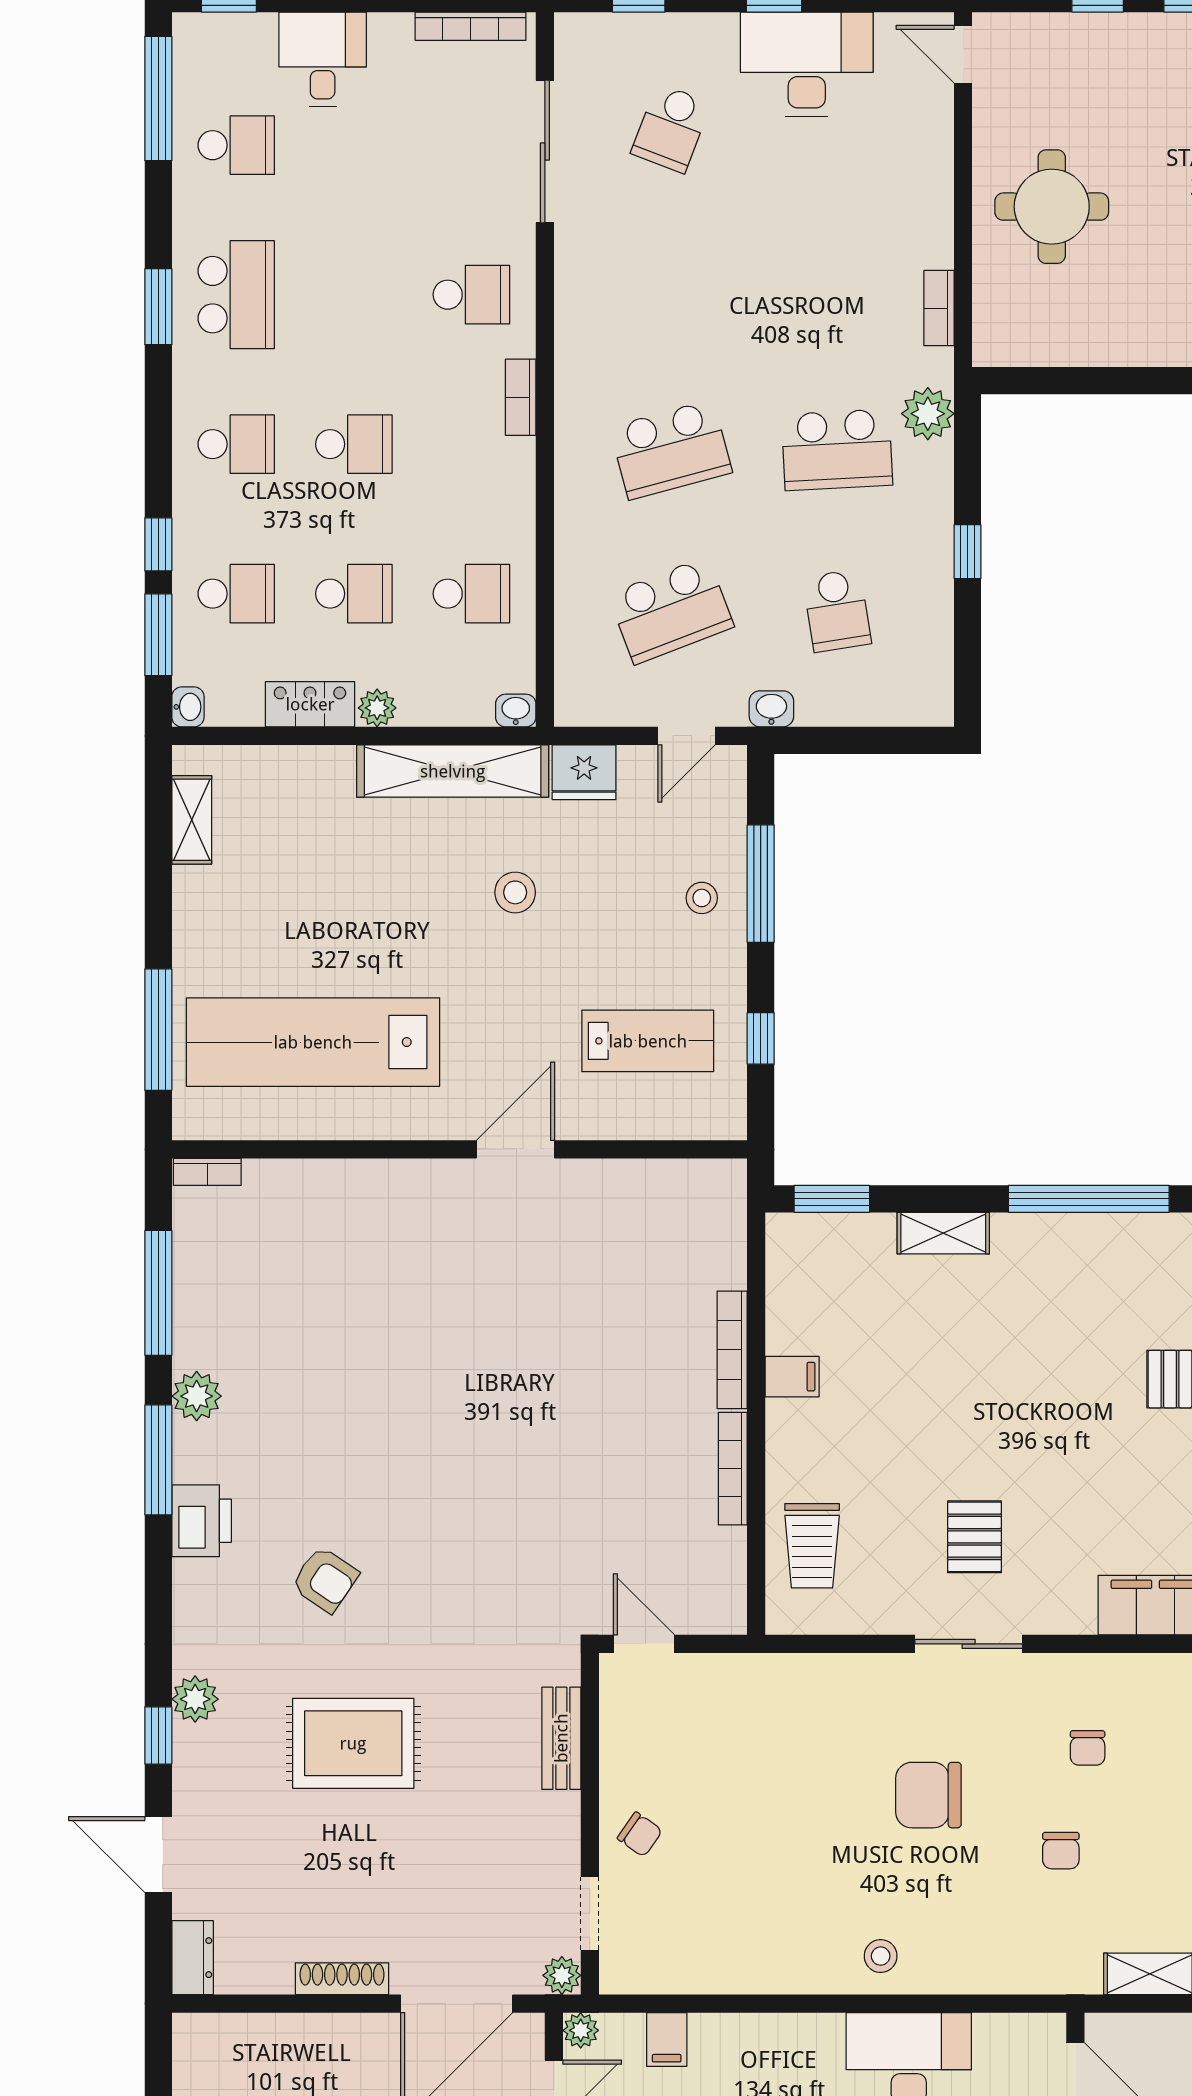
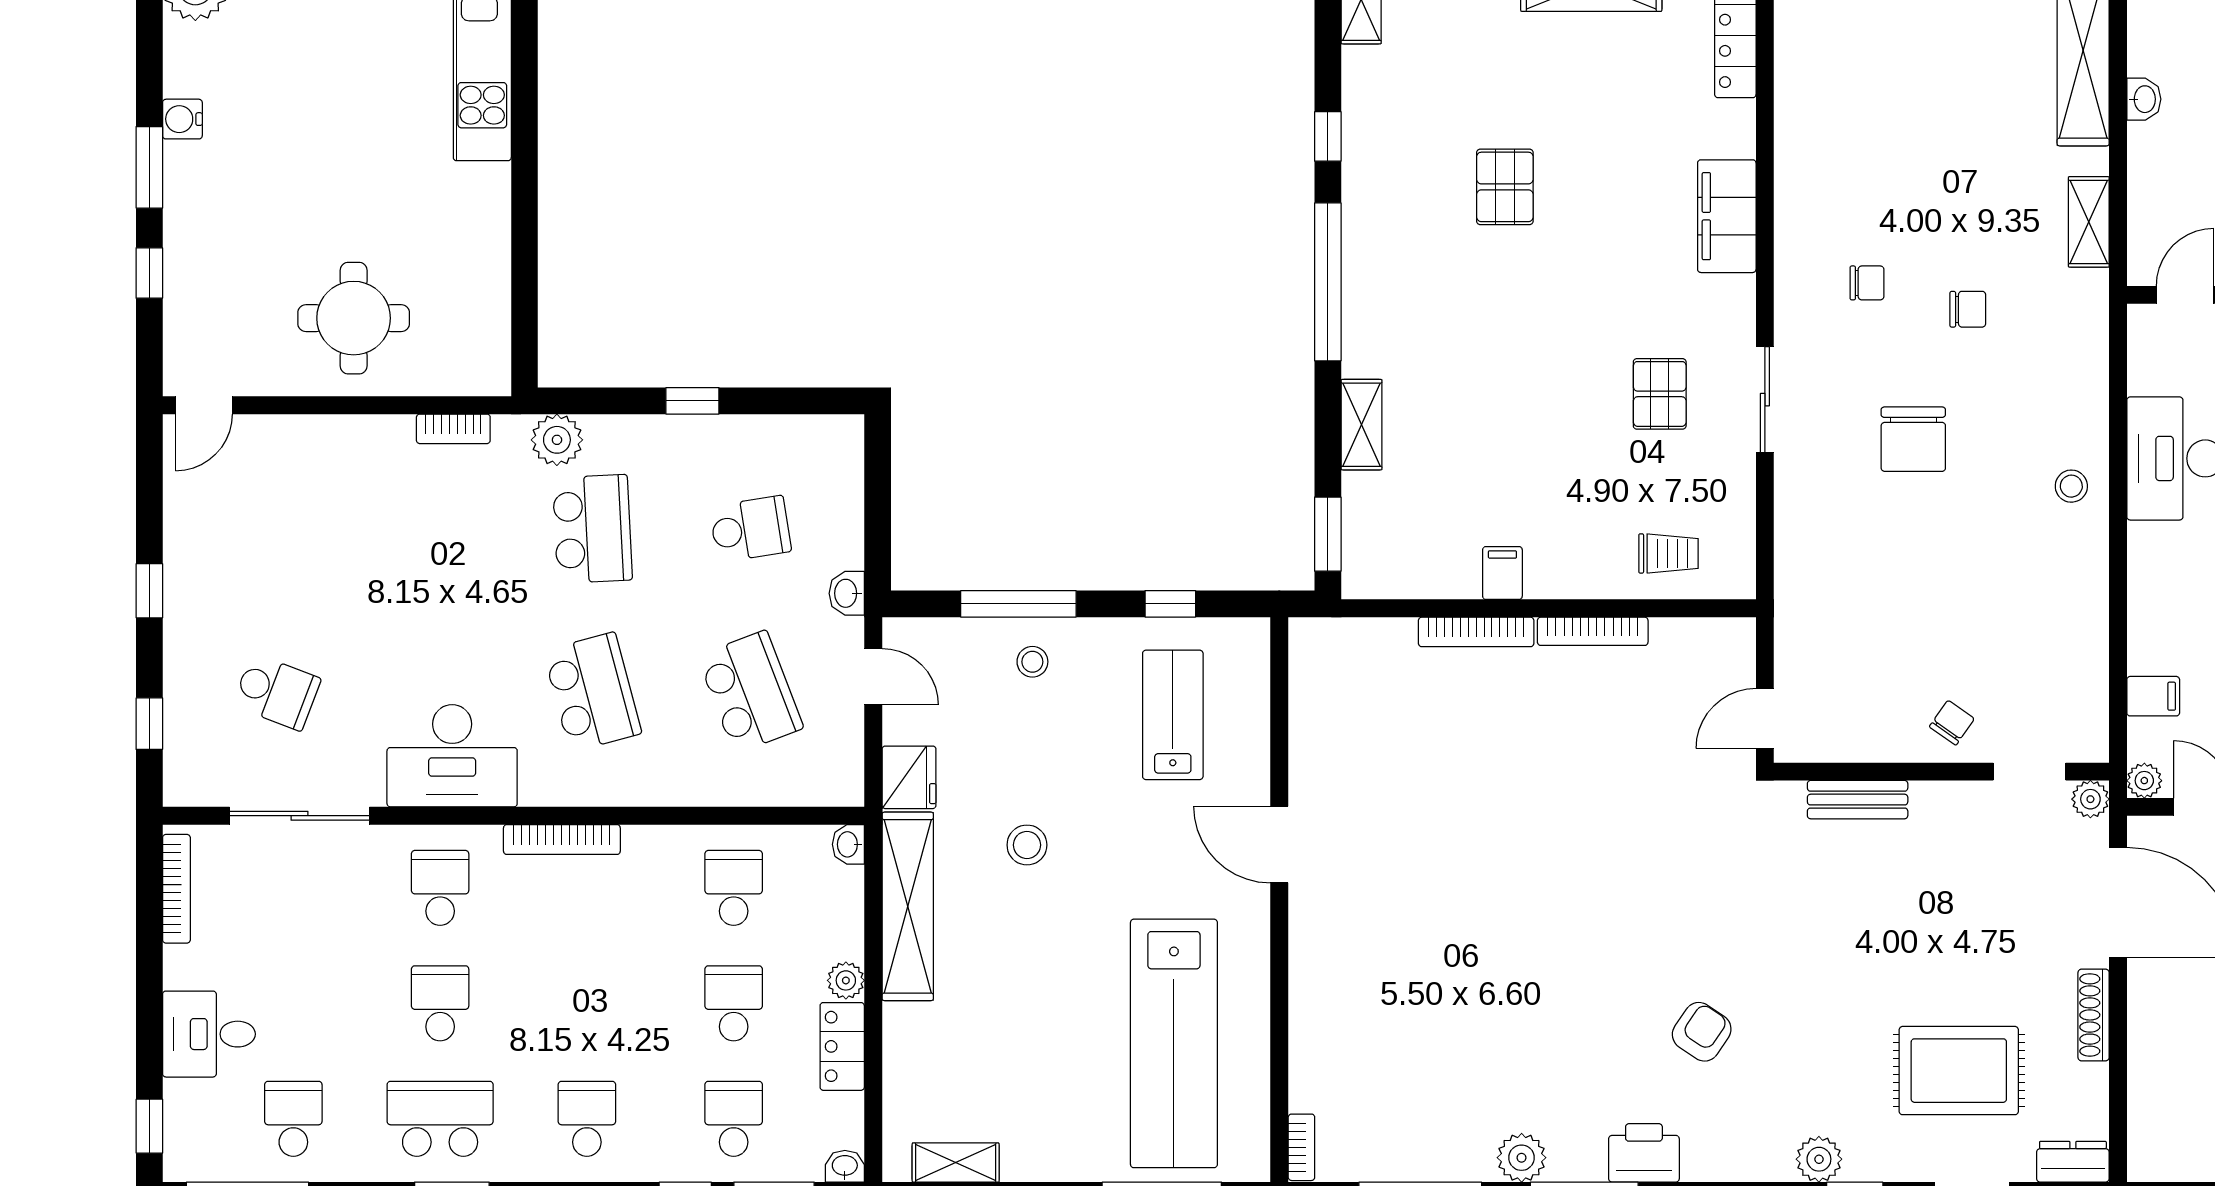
desk: (807, 64) -> (452, 756), moved, turned -90
bookcase: (521, 397) -> (562, 840), width x1.56
school desk: (354, 444) -> (440, 1003), moved
pallet: (975, 1537) -> (1660, 394), turned 90
trolley: (812, 1546) -> (1668, 553), width x0.73, depth x0.72
rug: (353, 1743) -> (1959, 1071), moved, turned 90

